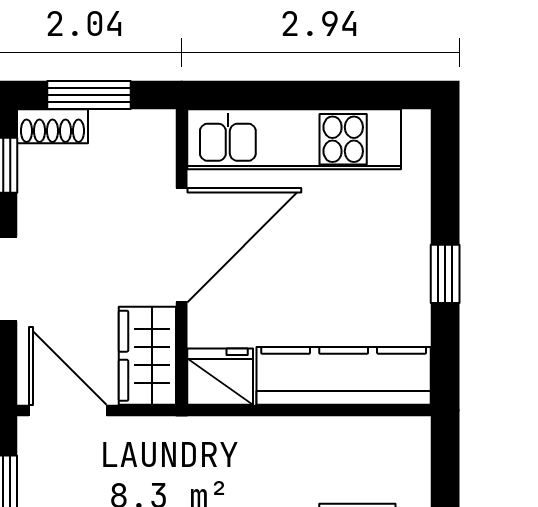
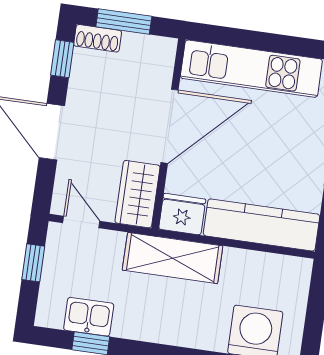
door: (68, 411) -> (81, 222), width x0.73
shelving: (215, 446) -> (173, 258), added

